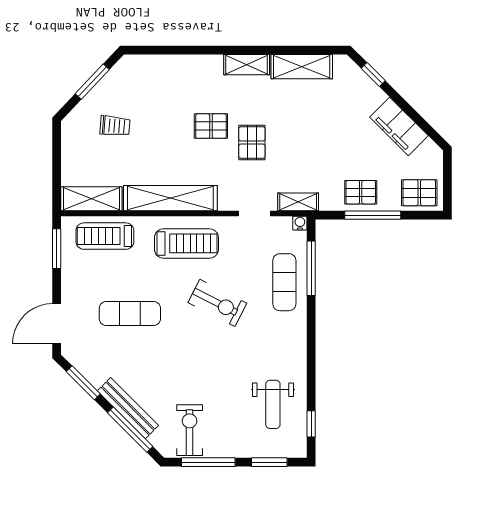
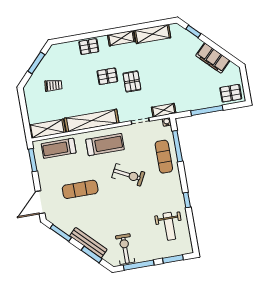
pallet: (361, 192) -> (89, 47), moved
window: (311, 424) -> (187, 200), moved
window: (130, 430) -> (92, 255), width x0.69

